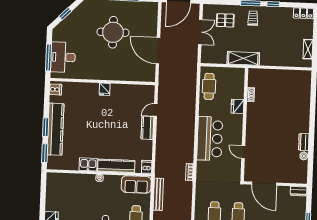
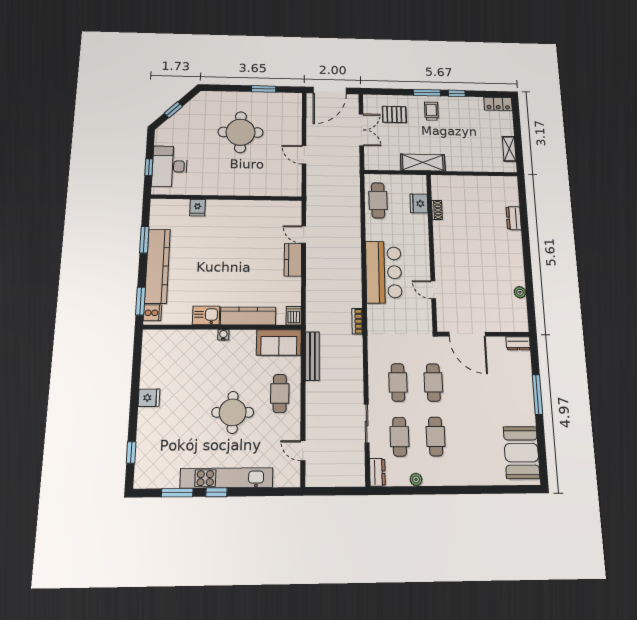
door: (158, 51) -> (304, 155), width x0.53
window: (48, 57) -> (149, 167), width x0.46
cooker: (56, 89) -> (152, 313), moved
fridge: (105, 89) -> (198, 208), moved
fridge: (237, 106) -> (419, 204), moved
door: (156, 110) -> (304, 235), hinge flipped
window: (46, 127) -> (144, 240), moved
dresser: (304, 142) -> (514, 218), moved

